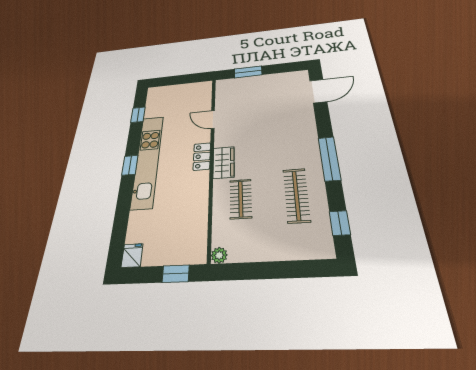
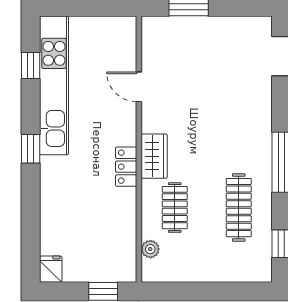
locker: (202, 156) -> (126, 167), moved
kitchen unit: (148, 160) -> (54, 85), moved
plant: (219, 255) -> (150, 249), moved

